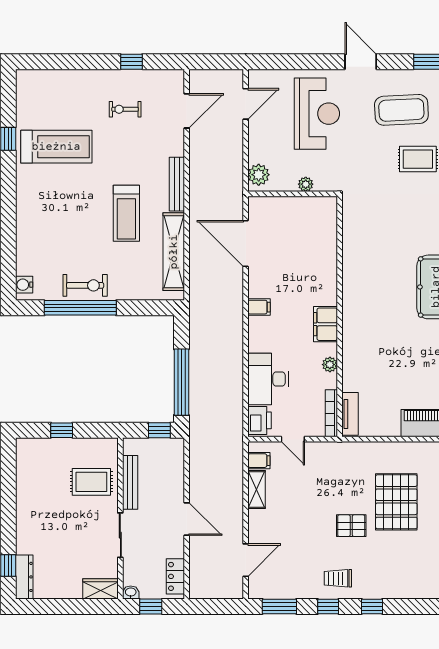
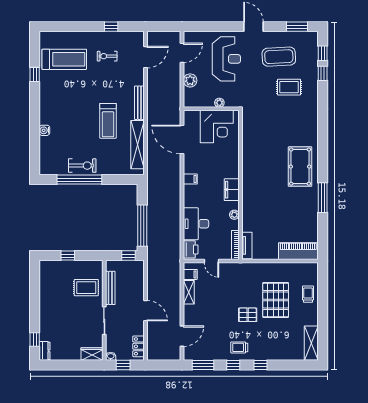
treadmill: (56, 147) -> (64, 59), moved
plant: (259, 175) -> (190, 80), moved
corner desk: (302, 223) -> (217, 127), added
water cooler: (24, 285) -> (44, 130), moved
dresser: (24, 577) -> (45, 351), width x0.70

